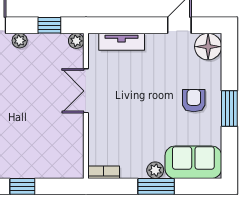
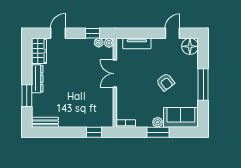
plant: (20, 41) -> (99, 43), moved
armchair: (194, 101) -> (165, 82), moved, turned 143
window: (229, 109) -> (203, 84), width x1.44
window: (22, 186) -> (94, 132), moved

